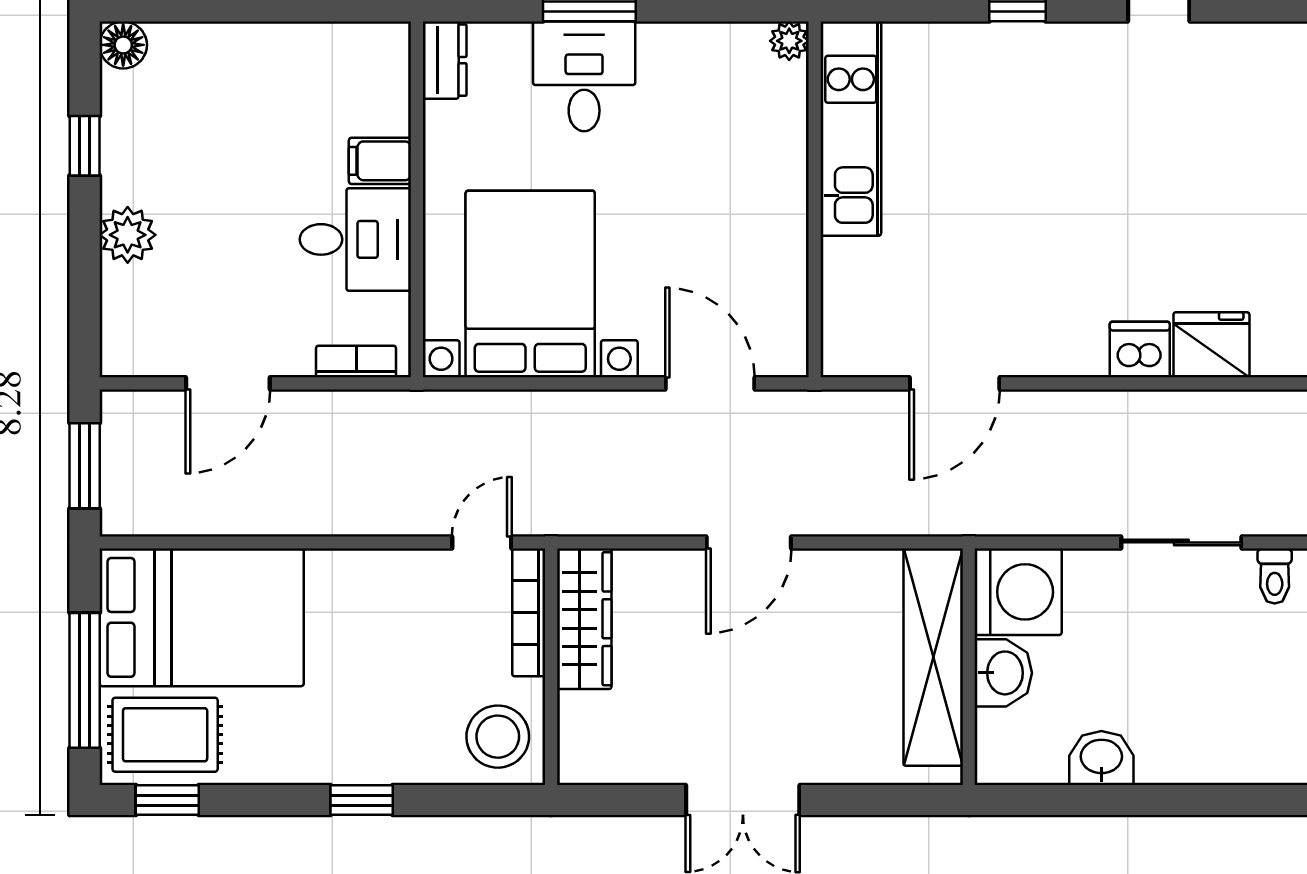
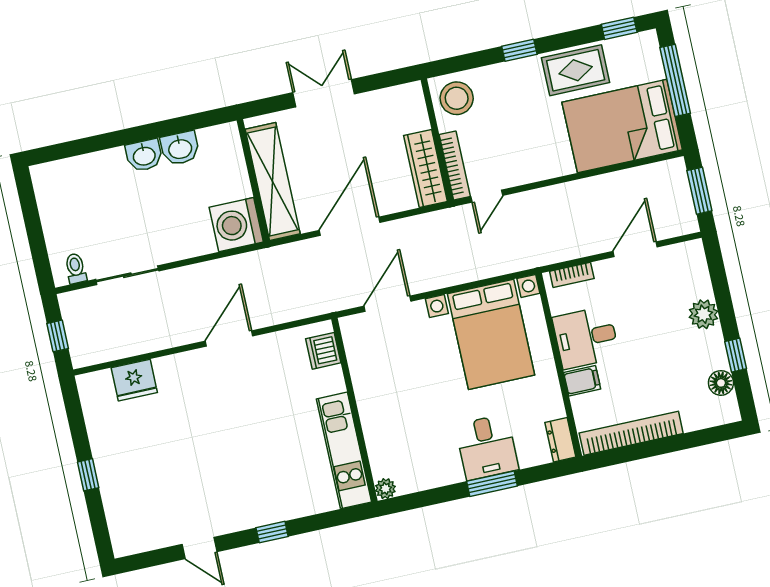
bookcase: (310, 43) -> (631, 433), added
floor lamp: (123, 45) -> (721, 383), moved
dishwasher: (1140, 349) -> (323, 351), moved, turned 90
door: (710, 383) -> (388, 304), swing flipped
door: (955, 383) -> (229, 338), moved
door: (749, 542) -> (350, 226), width x1.36
washing machine: (1018, 592) -> (236, 225), moved
shelving: (933, 657) -> (273, 181), moved
wall: (969, 667) -> (253, 181), moved
washbasin: (1003, 673) -> (180, 148), moved, turned -90
rug: (165, 735) -> (576, 70), moved

